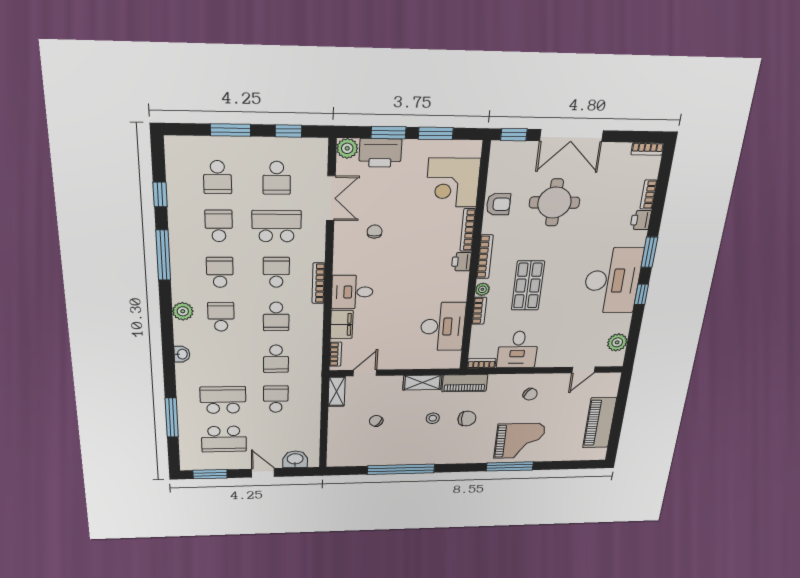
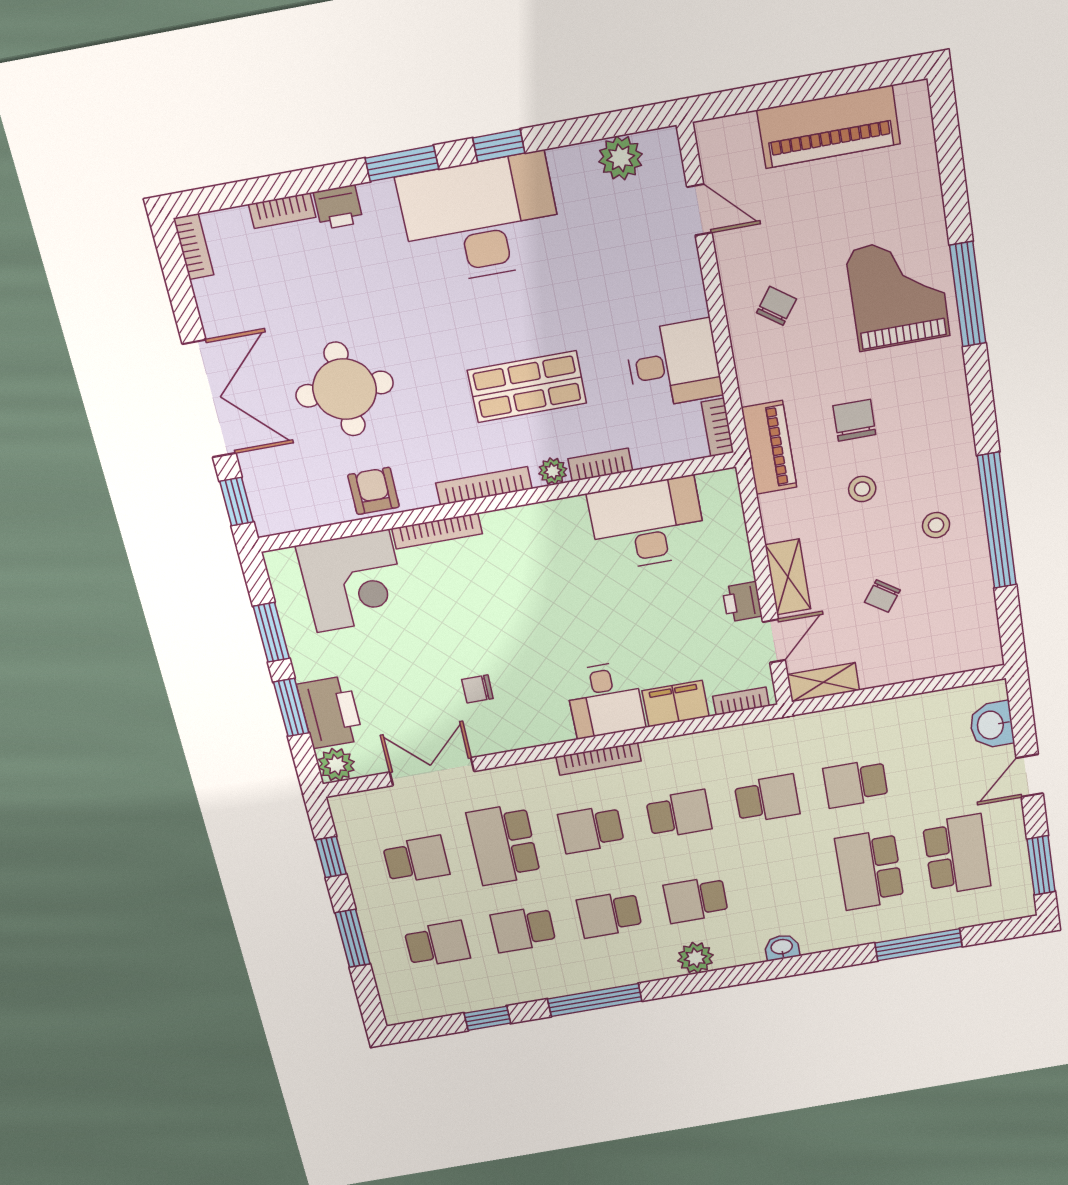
printer: (461, 262) -> (742, 602), moved, turned 90
door: (365, 373) -> (774, 641), swing flipped
shelving: (422, 383) -> (788, 577), moved
stool: (406, 446) -> (936, 525), added

